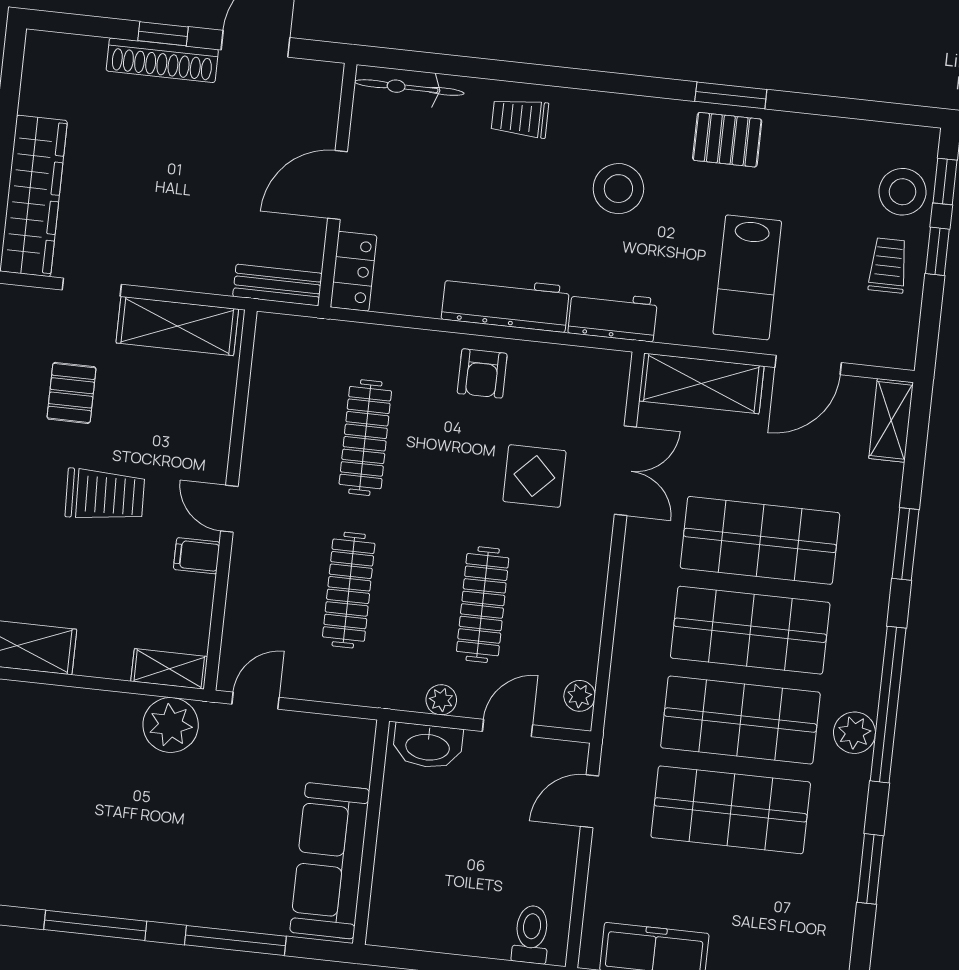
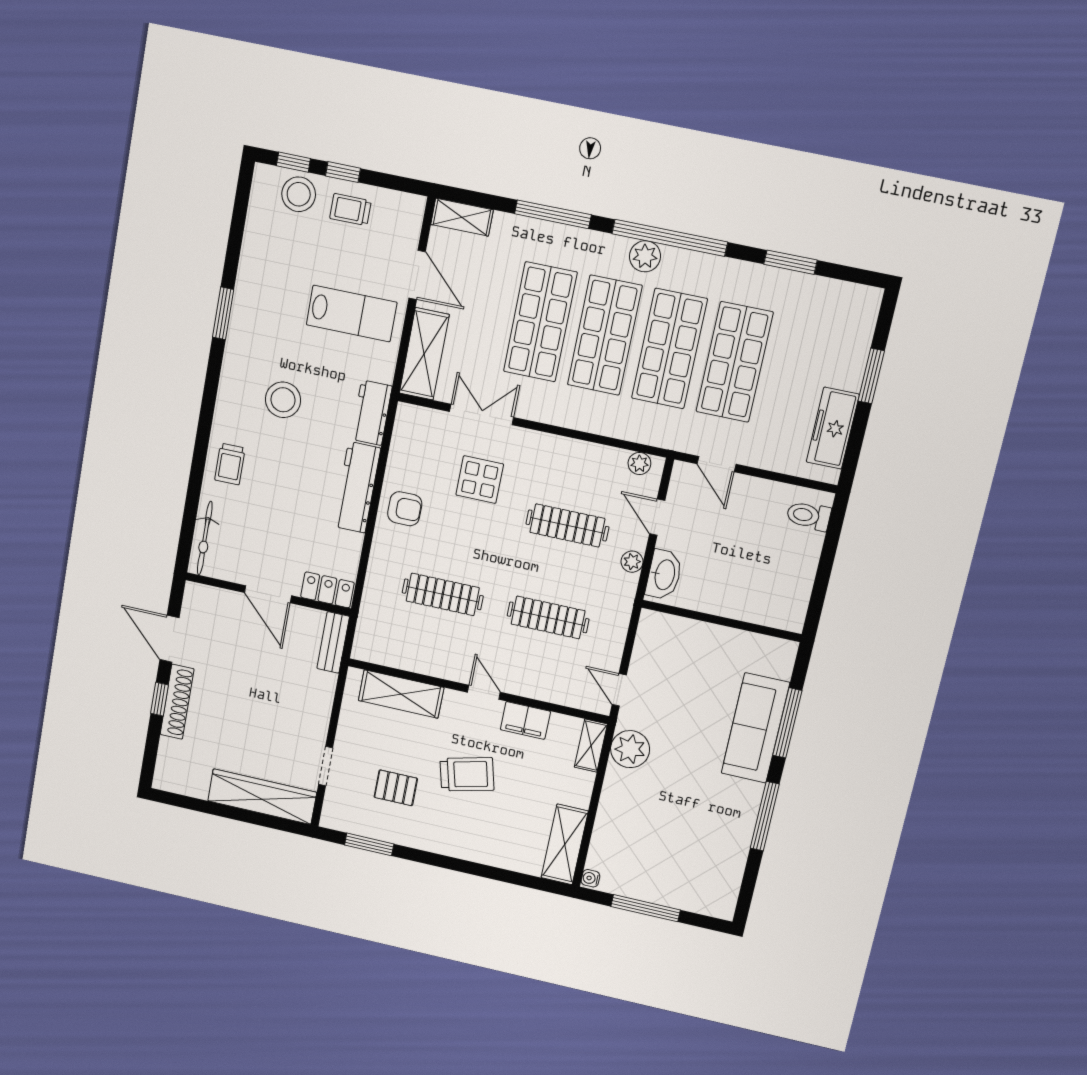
pallet: (727, 140) -> (254, 319), removed
shelving: (177, 326) -> (401, 694), moved, turned 90
trolley: (105, 495) -> (467, 774), turned 78
door: (229, 509) -> (484, 692), swing flipped
window: (906, 544) -> (553, 214), width x1.44
filing cabinet: (197, 556) -> (525, 720), width x2.00
plant: (854, 733) -> (645, 256), moved
sofa: (330, 861) -> (755, 728), moved, turned 90

